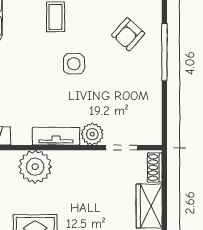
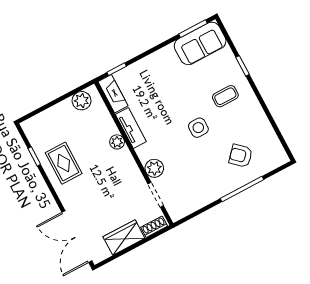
tv unit: (56, 136) -> (131, 128), moved
plant: (35, 167) -> (117, 142), width x0.53, depth x0.53

